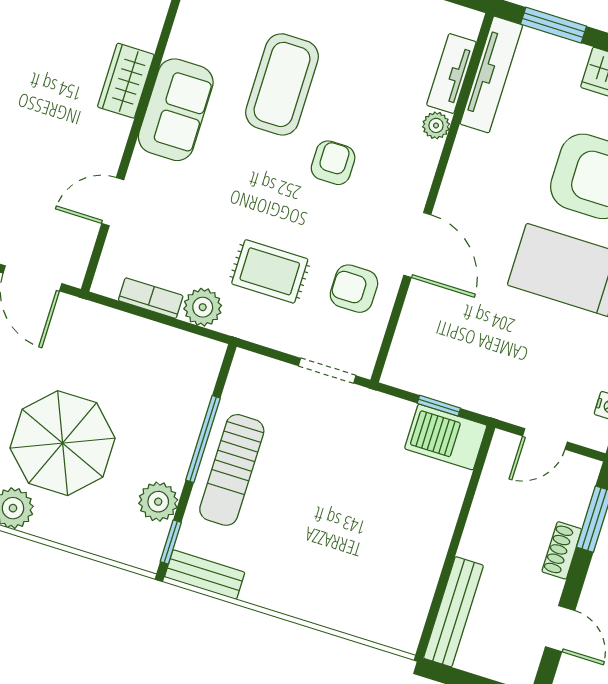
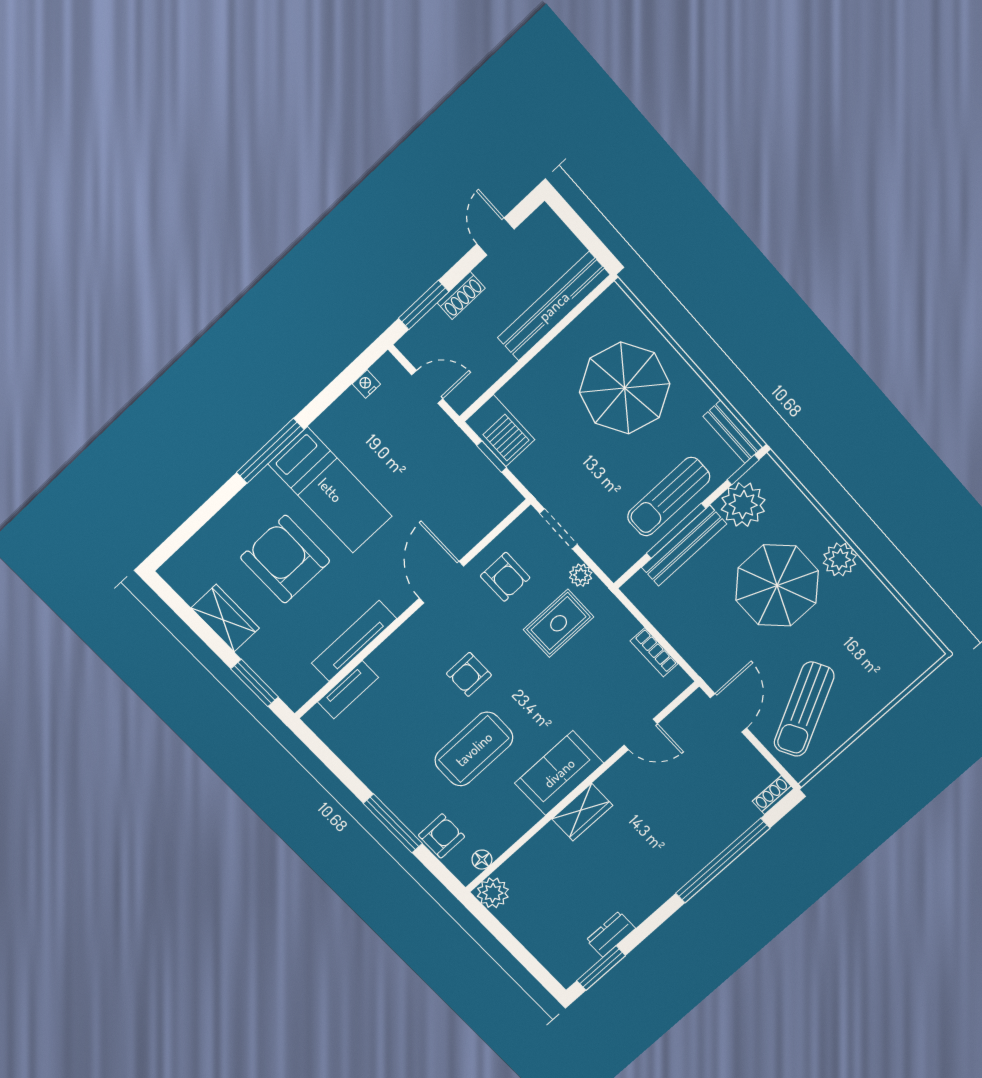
tv unit: (491, 74) -> (354, 641), moved
plant: (436, 125) -> (380, 659), removed
rug: (270, 271) -> (559, 623), turned 90
plant: (203, 307) -> (581, 575), moved, width x0.73, depth x0.73
bench: (186, 428) -> (684, 546), added
sun lounger: (232, 470) -> (669, 497), turned 180
plant: (158, 502) -> (743, 505), width x1.36, depth x1.36
parasol: (342, 554) -> (625, 388), added
bench: (453, 612) -> (554, 306), width x1.37, depth x1.21

